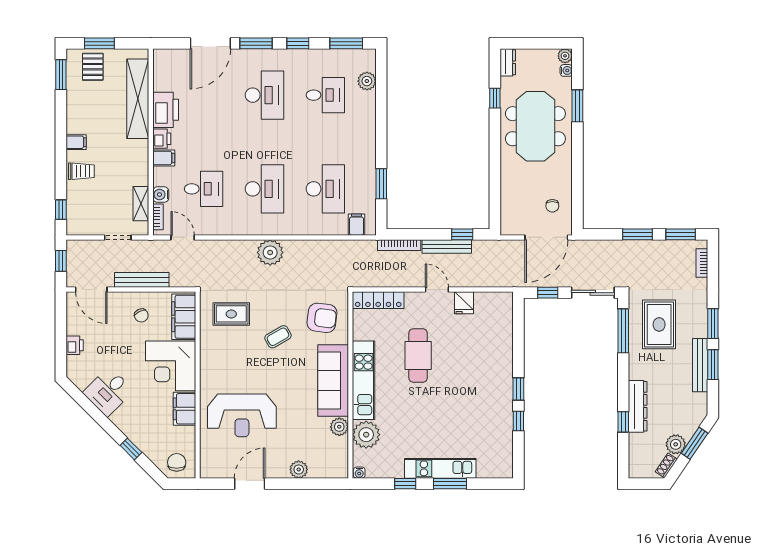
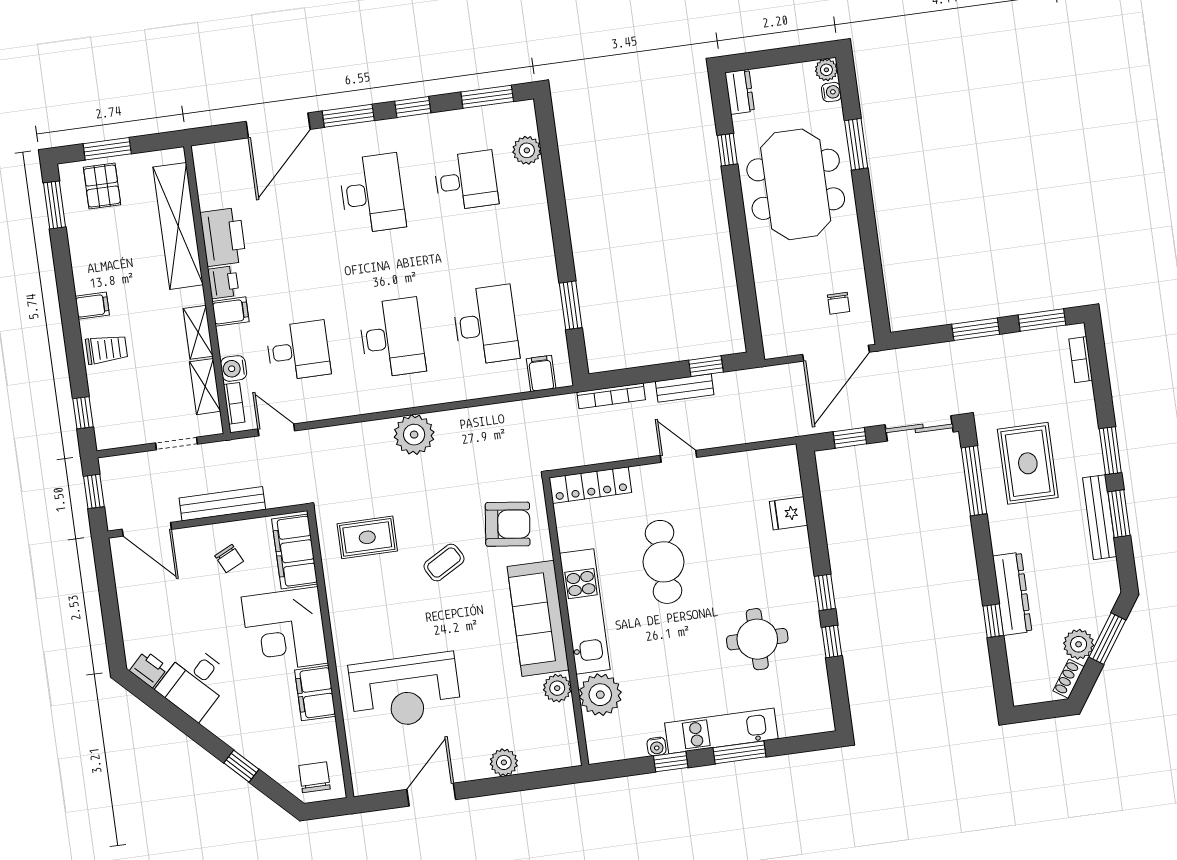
shelving: (141, 168) -> (198, 332), added
bench: (447, 246) -> (685, 388), width x0.73
fridge: (464, 303) -> (788, 513), moved, turned 90
printer: (75, 345) -> (149, 669), moved, turned -45
round table: (471, 413) -> (757, 639), added
water cooler: (359, 473) -> (657, 746), moved

